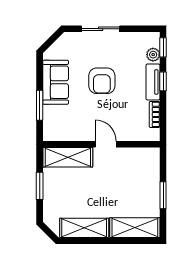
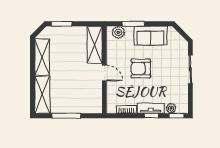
armchair: (102, 81) -> (141, 69), moved
plant: (51, 125) -> (118, 32), added
door: (106, 144) -> (104, 73), hinge flipped
window: (40, 186) -> (62, 24), moved
window: (163, 195) -> (66, 116), width x1.44

